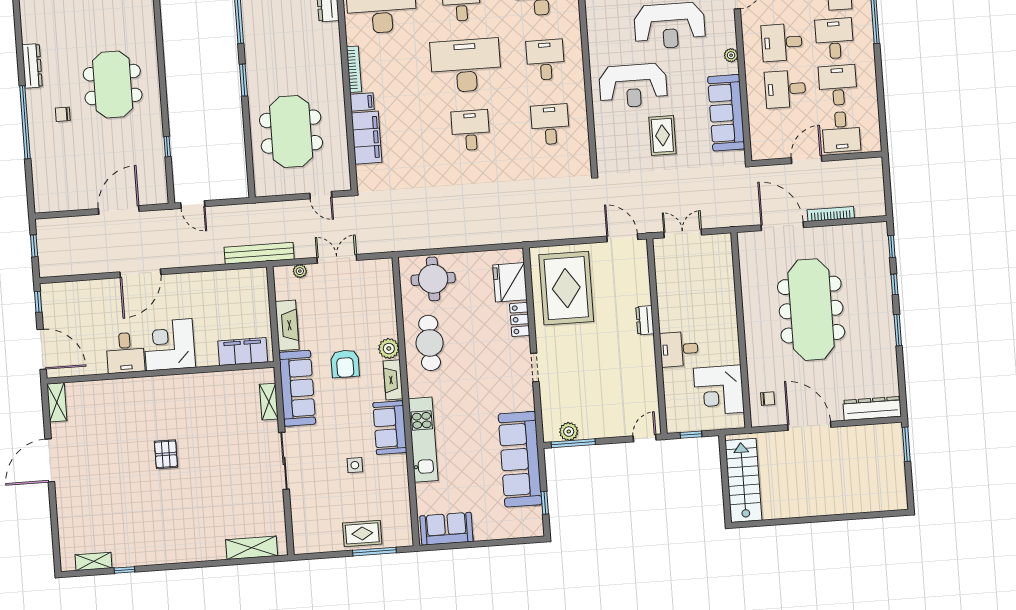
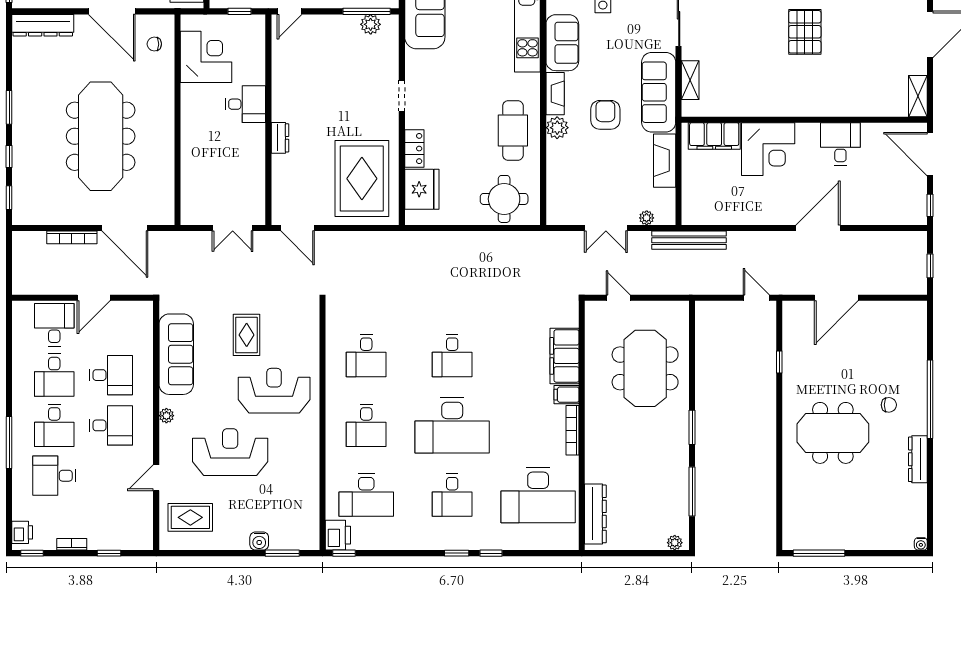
meeting table: (113, 85) -> (833, 433), turned 90
corner desk: (169, 345) -> (768, 149), moved
pallet: (166, 454) -> (805, 32), width x1.50, depth x1.42

